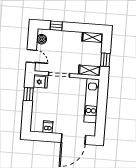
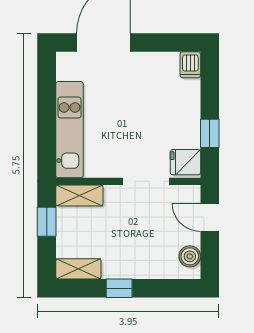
window: (56, 26) -> (119, 288), moved
dishwasher: (48, 127) -> (190, 65), moved

